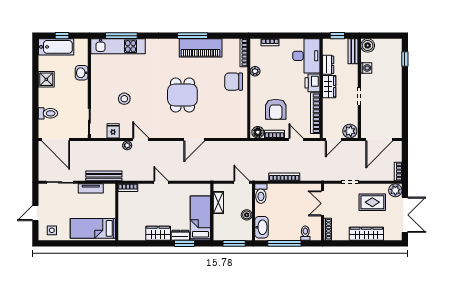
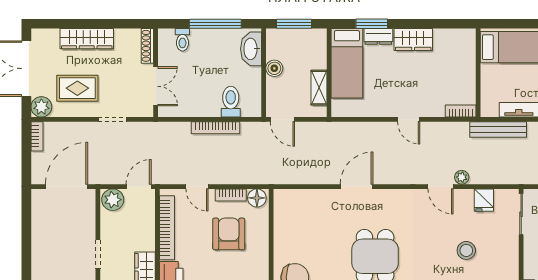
toilet: (261, 194) -> (231, 102), moved

